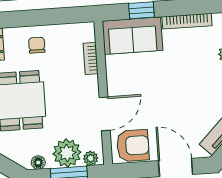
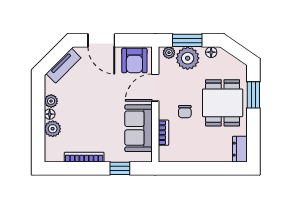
sofa: (132, 36) -> (139, 128), moved, turned -90
chair: (37, 45) -> (185, 112), moved
armchair: (133, 146) -> (134, 61), turned -90

